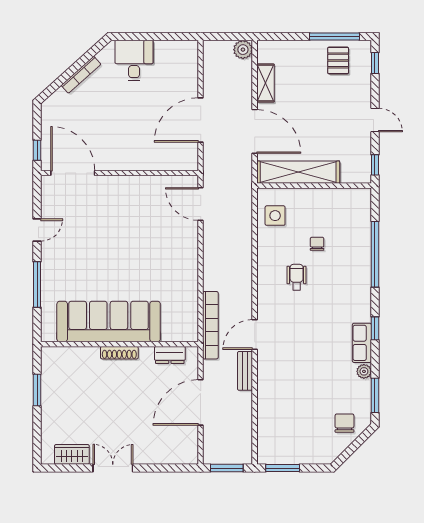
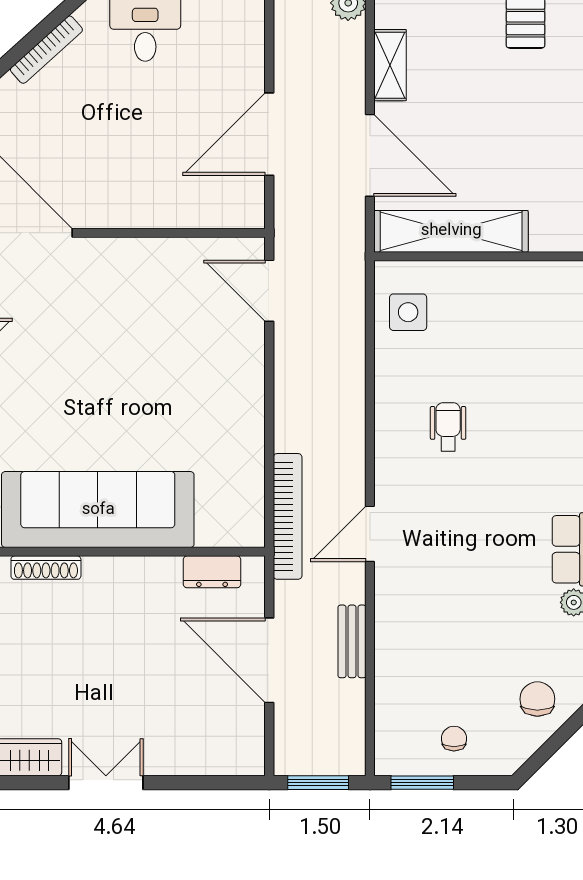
chair: (317, 244) -> (454, 739), moved
shoe rack: (119, 353) -> (46, 568), moved
bench: (245, 371) -> (352, 641), moved
door: (201, 402) -> (269, 660), hinge flipped

